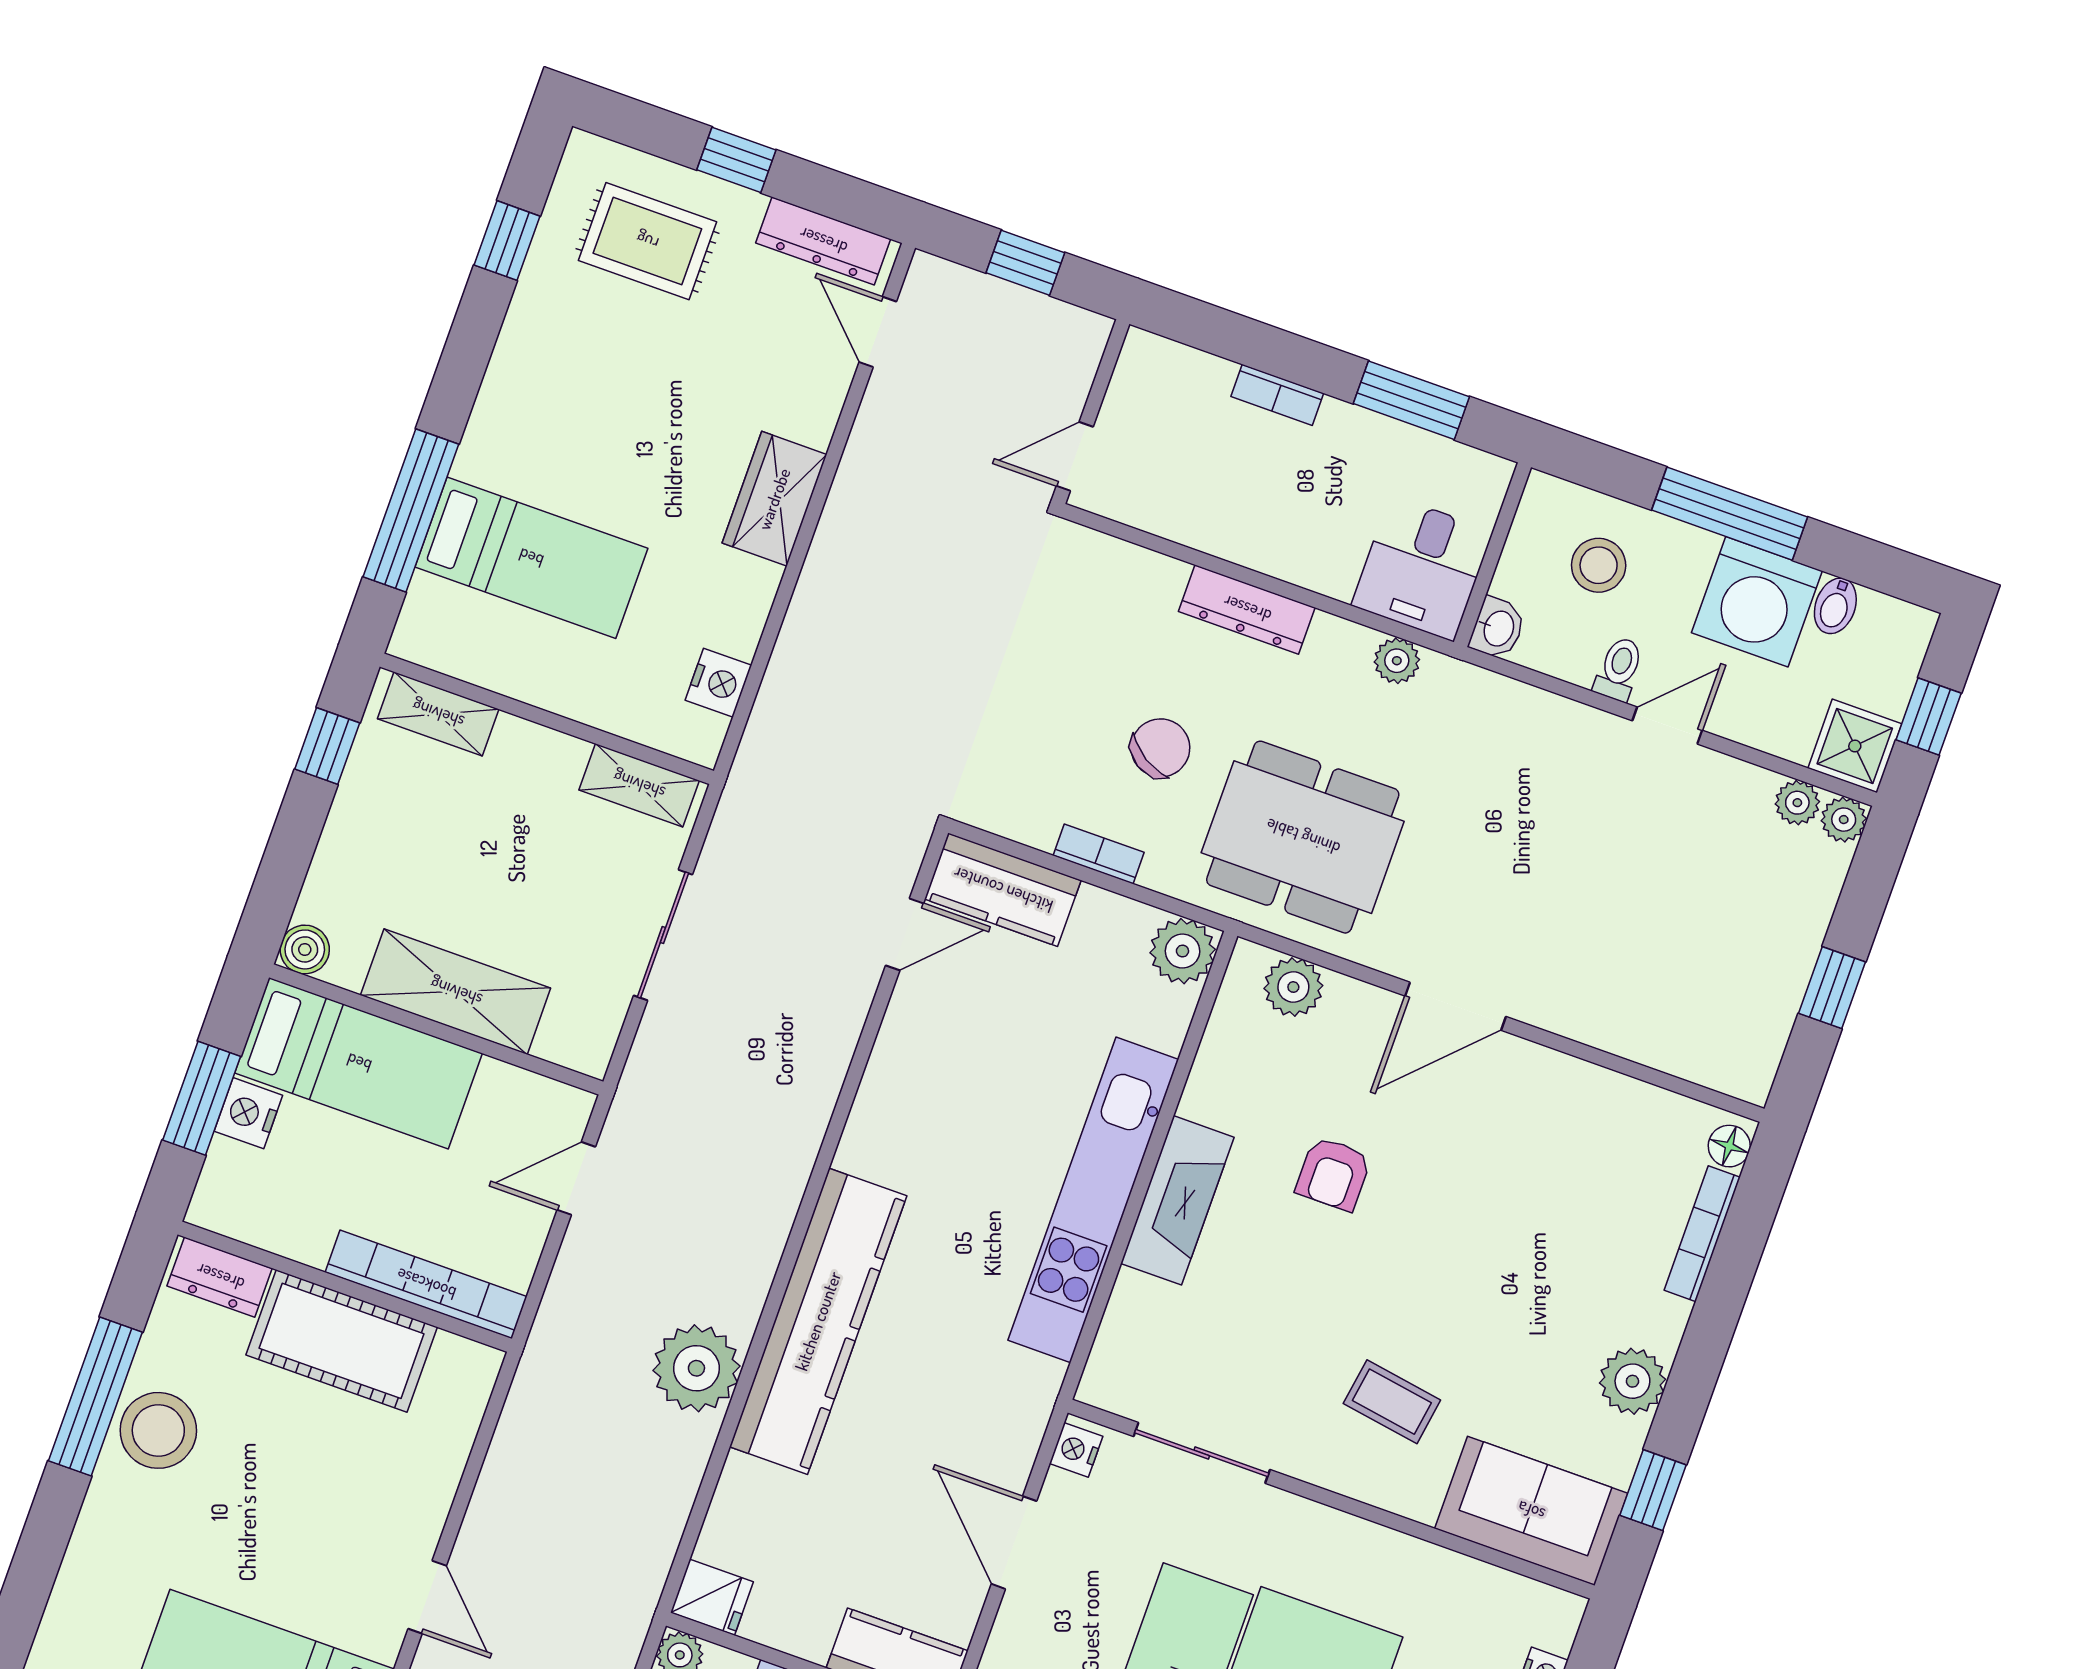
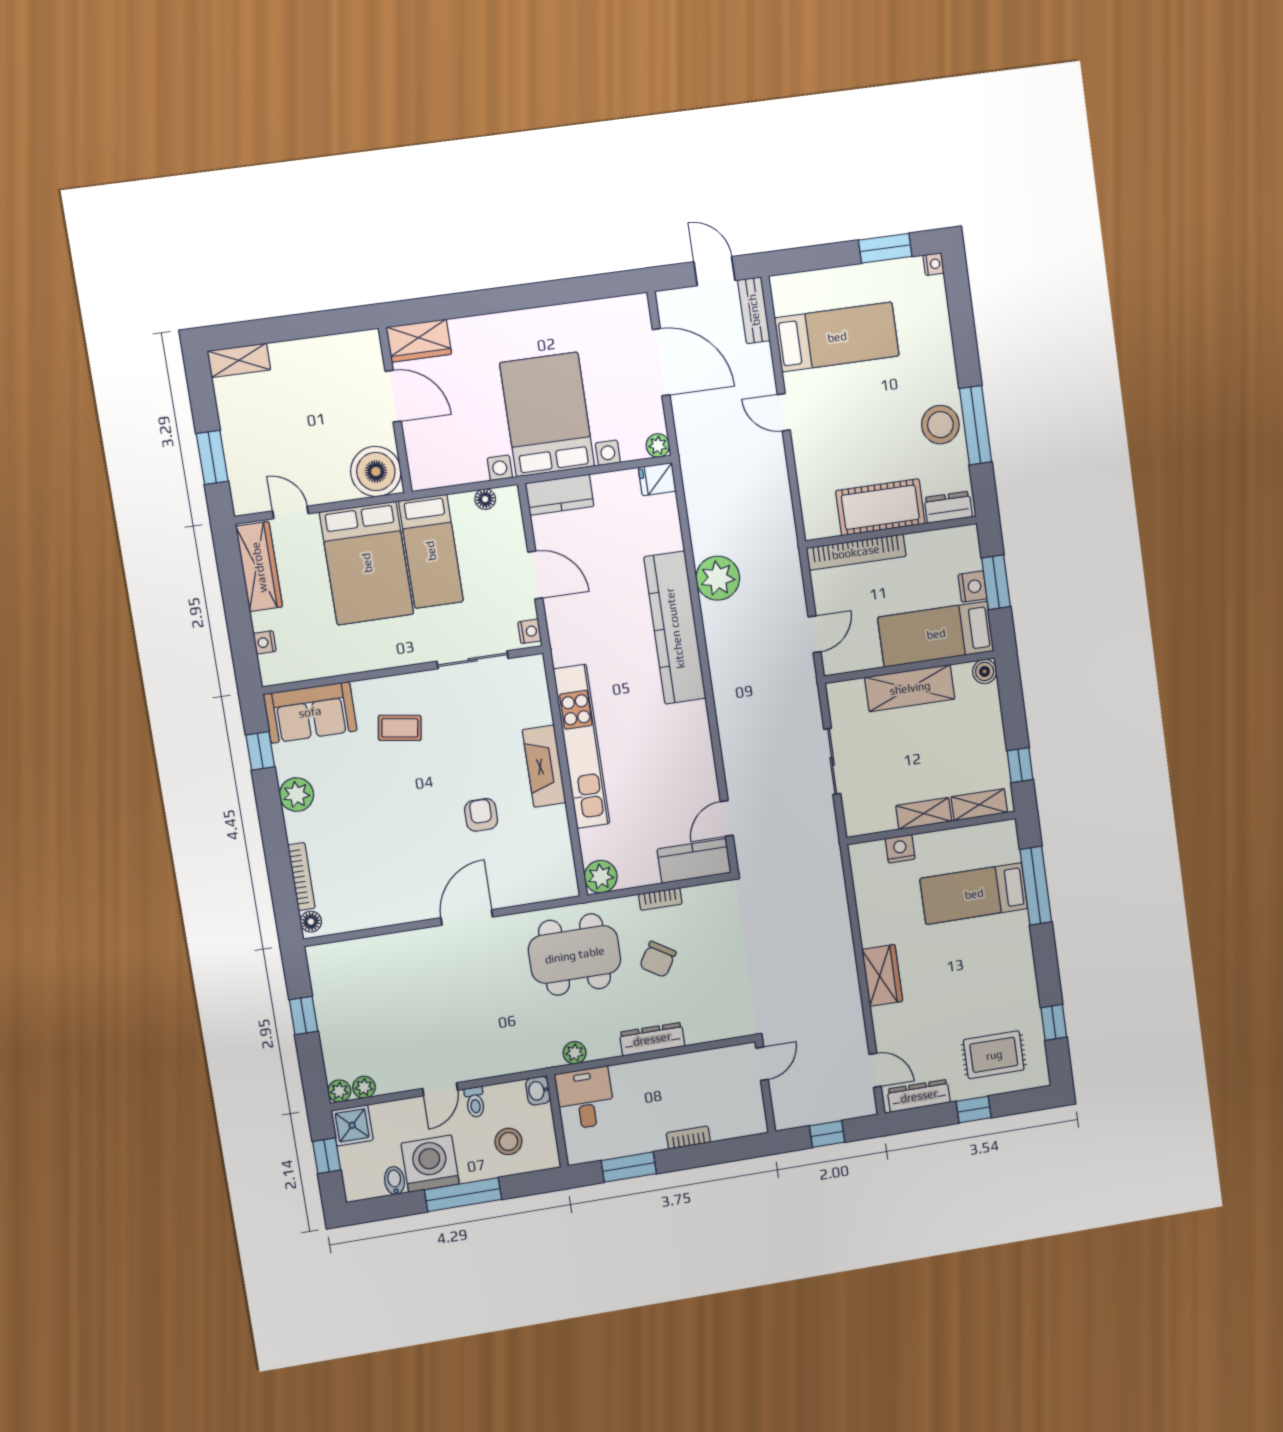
nightstand: (718, 683) -> (900, 849), moved, turned 90
shelving: (639, 785) -> (924, 813), moved
plant: (1293, 987) -> (543, 887), removed

